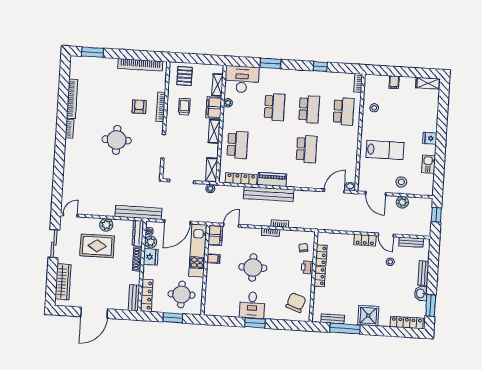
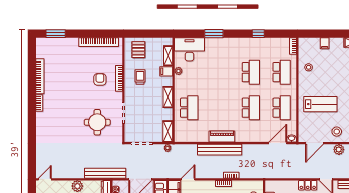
school desk: (275, 107) -> (282, 108), moved
filing cabinet: (214, 108) -> (166, 71), width x0.50
round table: (117, 140) -> (97, 122), moved
locker: (241, 179) -> (194, 138), removed
door: (376, 193) -> (315, 143), hinge flipped

